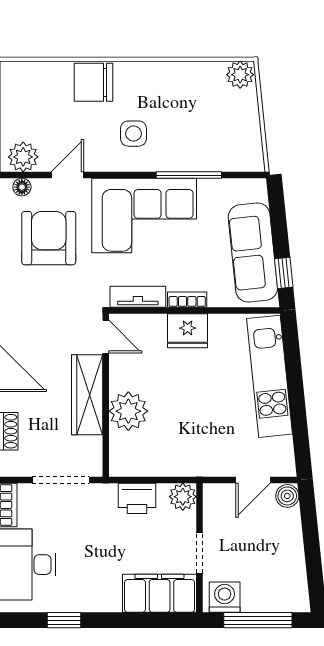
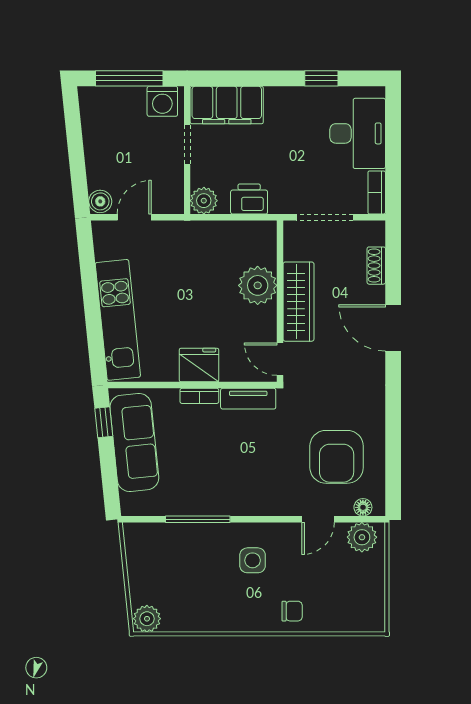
chair: (94, 82) -> (292, 611), width x0.54, depth x0.54
corner sofa: (144, 215) -> (242, 479), removed

